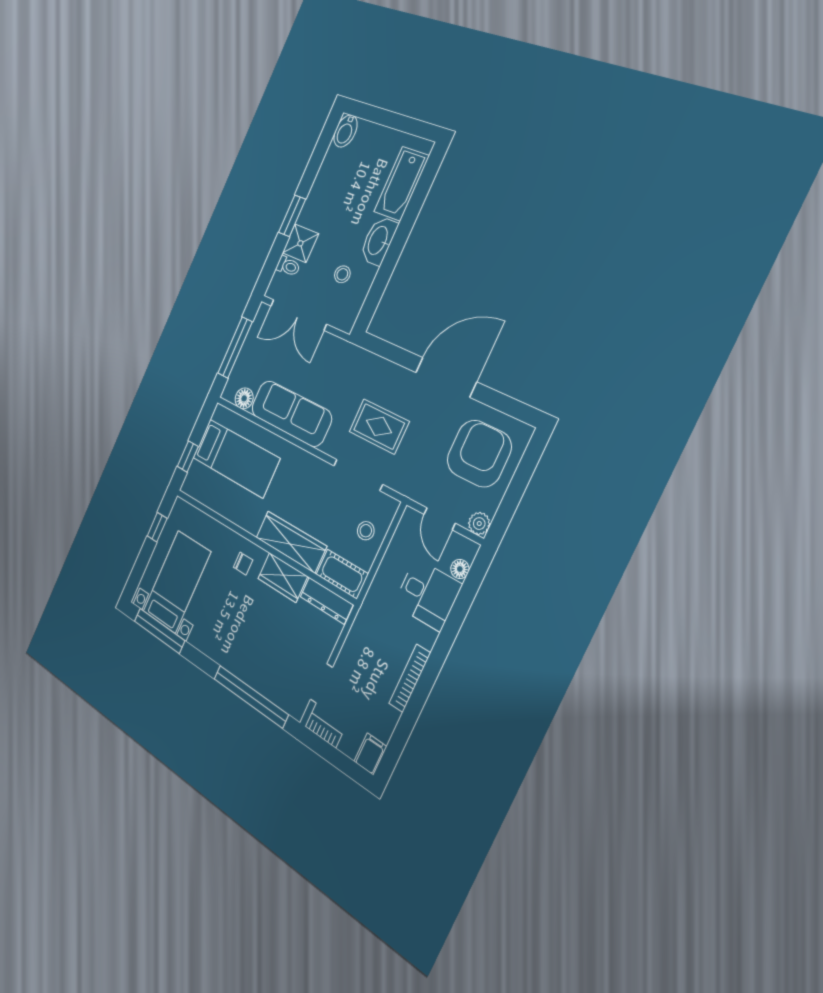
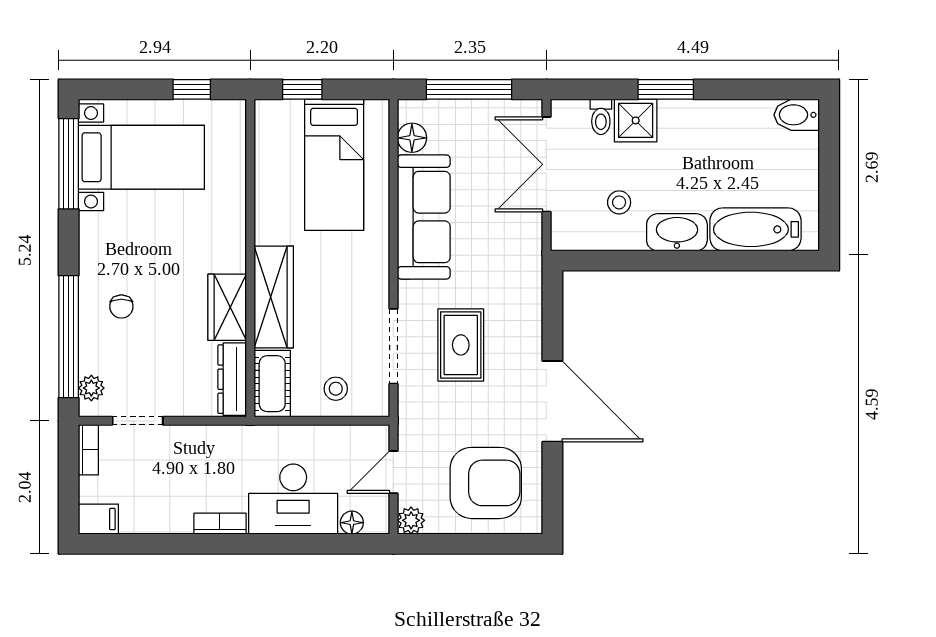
chair: (243, 564) -> (121, 307), moved
desk: (427, 594) -> (293, 499), width x1.37
bookcase: (410, 678) -> (220, 524), width x0.64
plant: (287, 702) -> (91, 388), added

